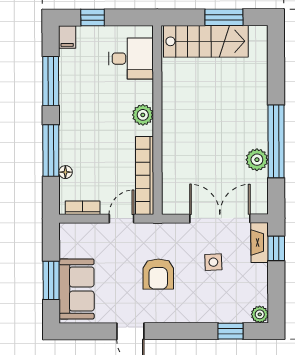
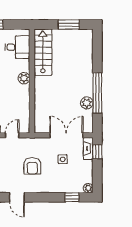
stairs: (206, 41) -> (43, 52), moved, turned -90
bookcase: (145, 175) -> (25, 112), removed

